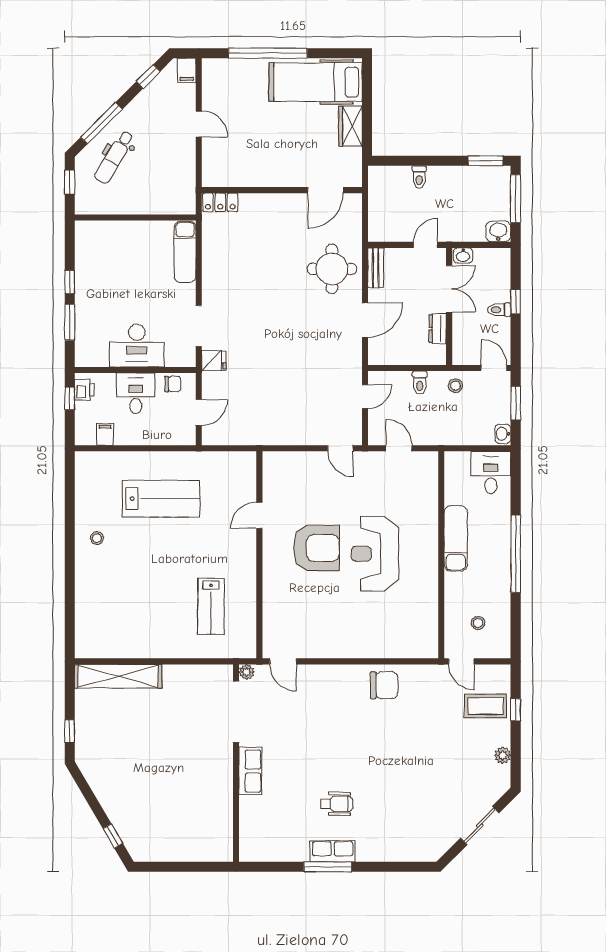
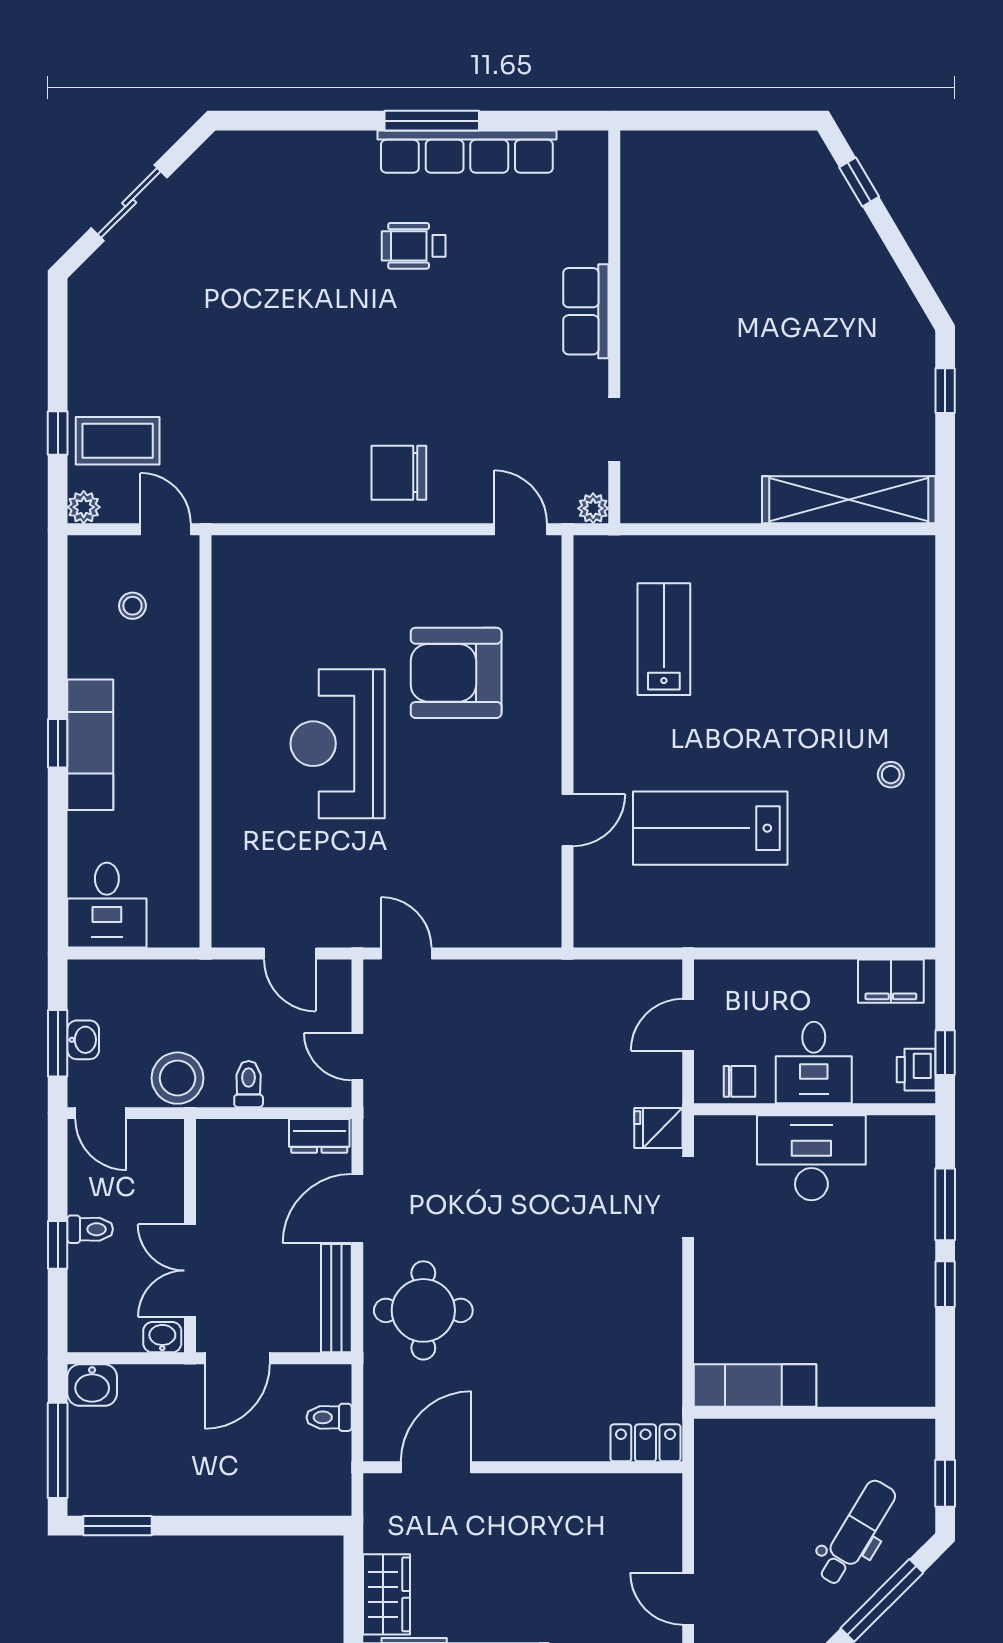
toilet: (419, 177) -> (329, 1417), moved, turned -90
door: (425, 245) -> (237, 1358), width x1.38
exam couch: (185, 252) -> (755, 1386), moved, turned -90
bench: (376, 268) -> (336, 1298), width x1.36
dresser: (438, 329) -> (319, 1136), moved, turned 90
chair: (173, 384) -> (740, 1081), turned 180
stool: (455, 386) -> (178, 1078), width x1.89, depth x1.89
door: (365, 396) -> (357, 1057), hinge flipped
filing cabinet: (105, 434) -> (891, 981), width x2.00
washbasin: (503, 434) -> (83, 1040), moved
lab bench: (161, 499) -> (710, 828), moved
exam couch: (456, 538) -> (90, 745), moved, turned 180
armchair: (316, 548) -> (456, 673), moved
reception desk: (375, 554) -> (338, 744), turned 180
window: (516, 554) -> (58, 743), width x0.32
chair: (384, 685) -> (399, 473), moved
doorway: (236, 712) -> (614, 429), width x0.53
plant: (503, 755) -> (84, 507), moved
row of seats: (333, 851) -> (467, 152), width x2.02

